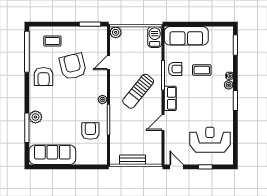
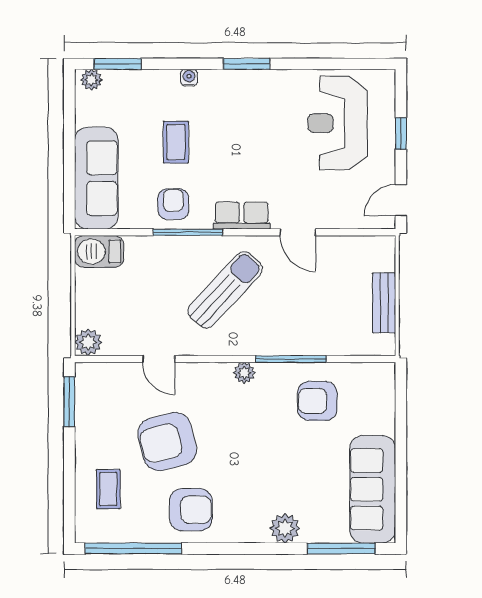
plant: (229, 85) -> (91, 80), moved
sun lounger: (138, 91) -> (225, 290), turned -86
window: (27, 128) -> (341, 548), moved

